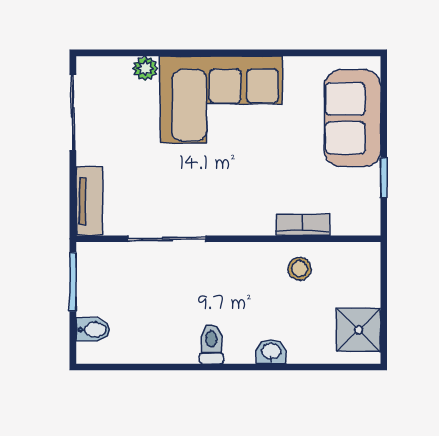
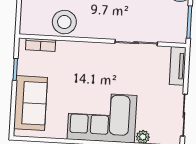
bookcase: (303, 225) -> (41, 45), moved
stool: (300, 269) -> (64, 22), width x1.89, depth x1.89

